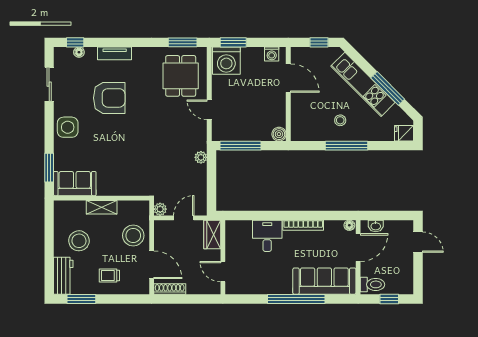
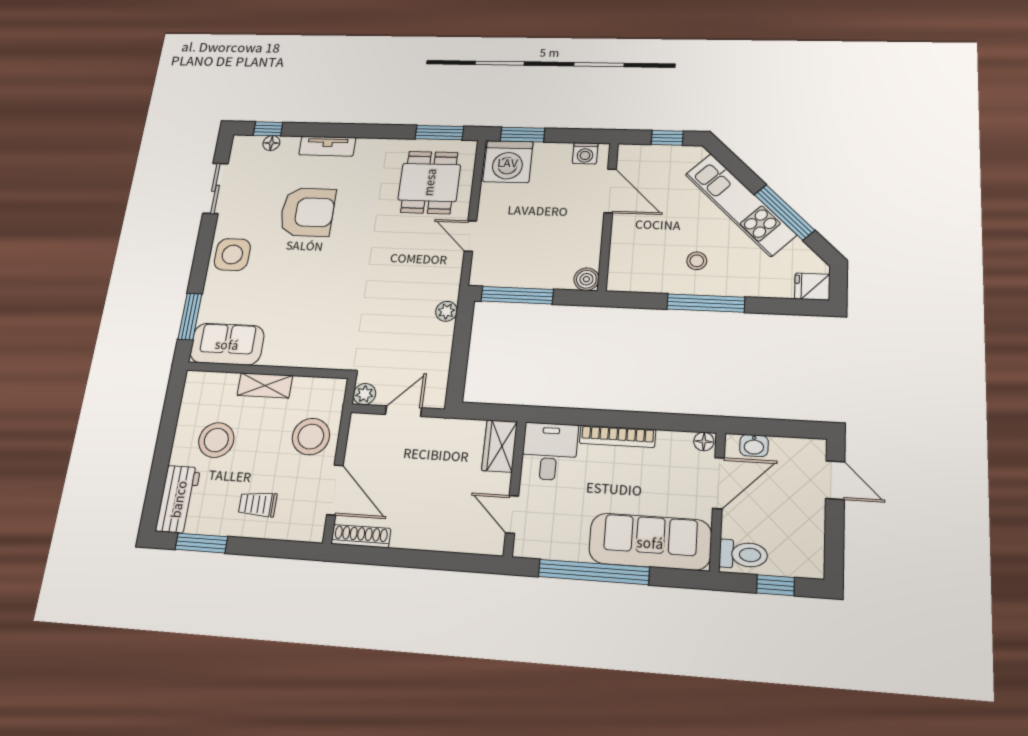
wardrobe: (212, 234) -> (500, 446), moved
wall: (223, 257) -> (515, 488), moved
door: (223, 272) -> (512, 514), moved

